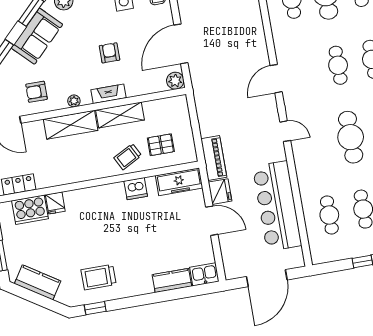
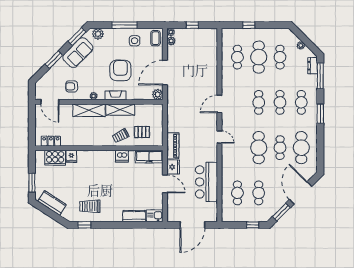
armchair: (109, 53) -> (120, 70), width x1.88, depth x1.88
bar counter: (277, 206) -> (206, 182), width x0.73

